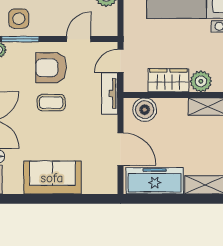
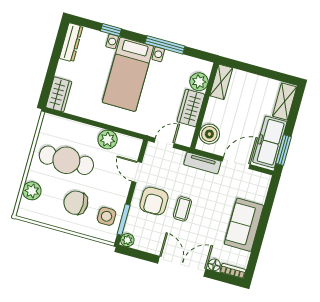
door: (120, 61) -> (164, 143), swing flipped
tv unit: (110, 94) -> (202, 163), moved
window: (150, 199) -> (283, 150), added

